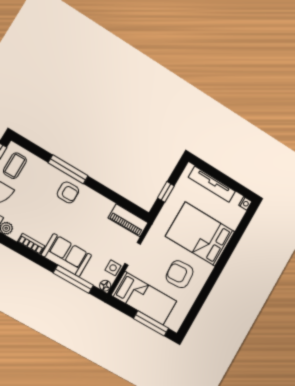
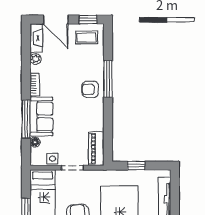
armchair: (68, 192) -> (90, 89), turned 90
window: (73, 279) -> (26, 119), moved
floor lamp: (105, 286) -> (35, 142), moved

